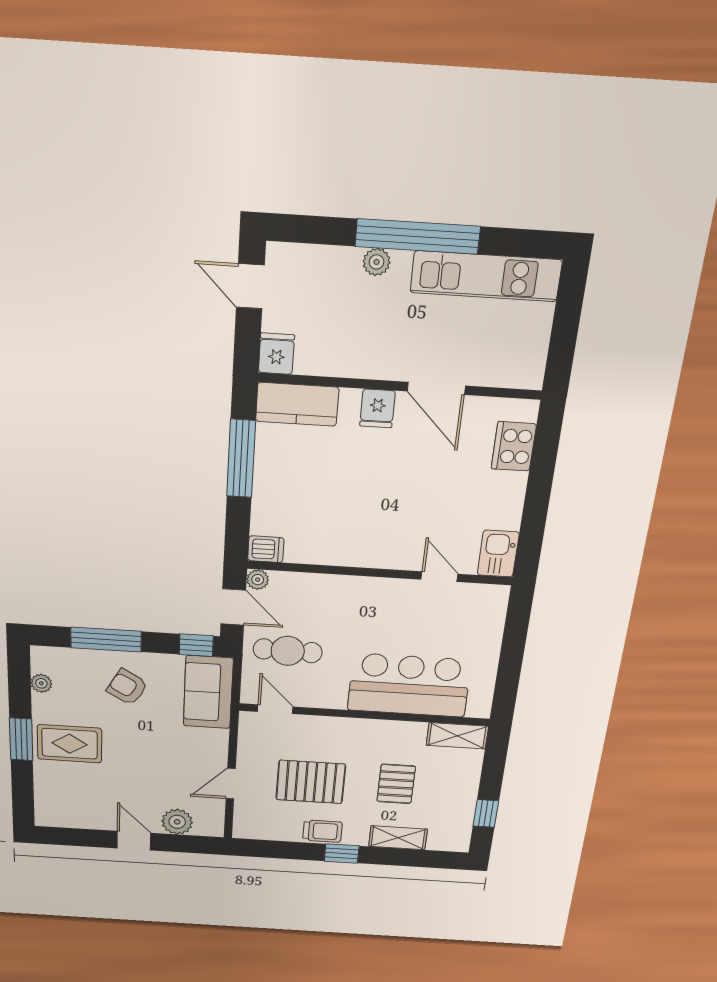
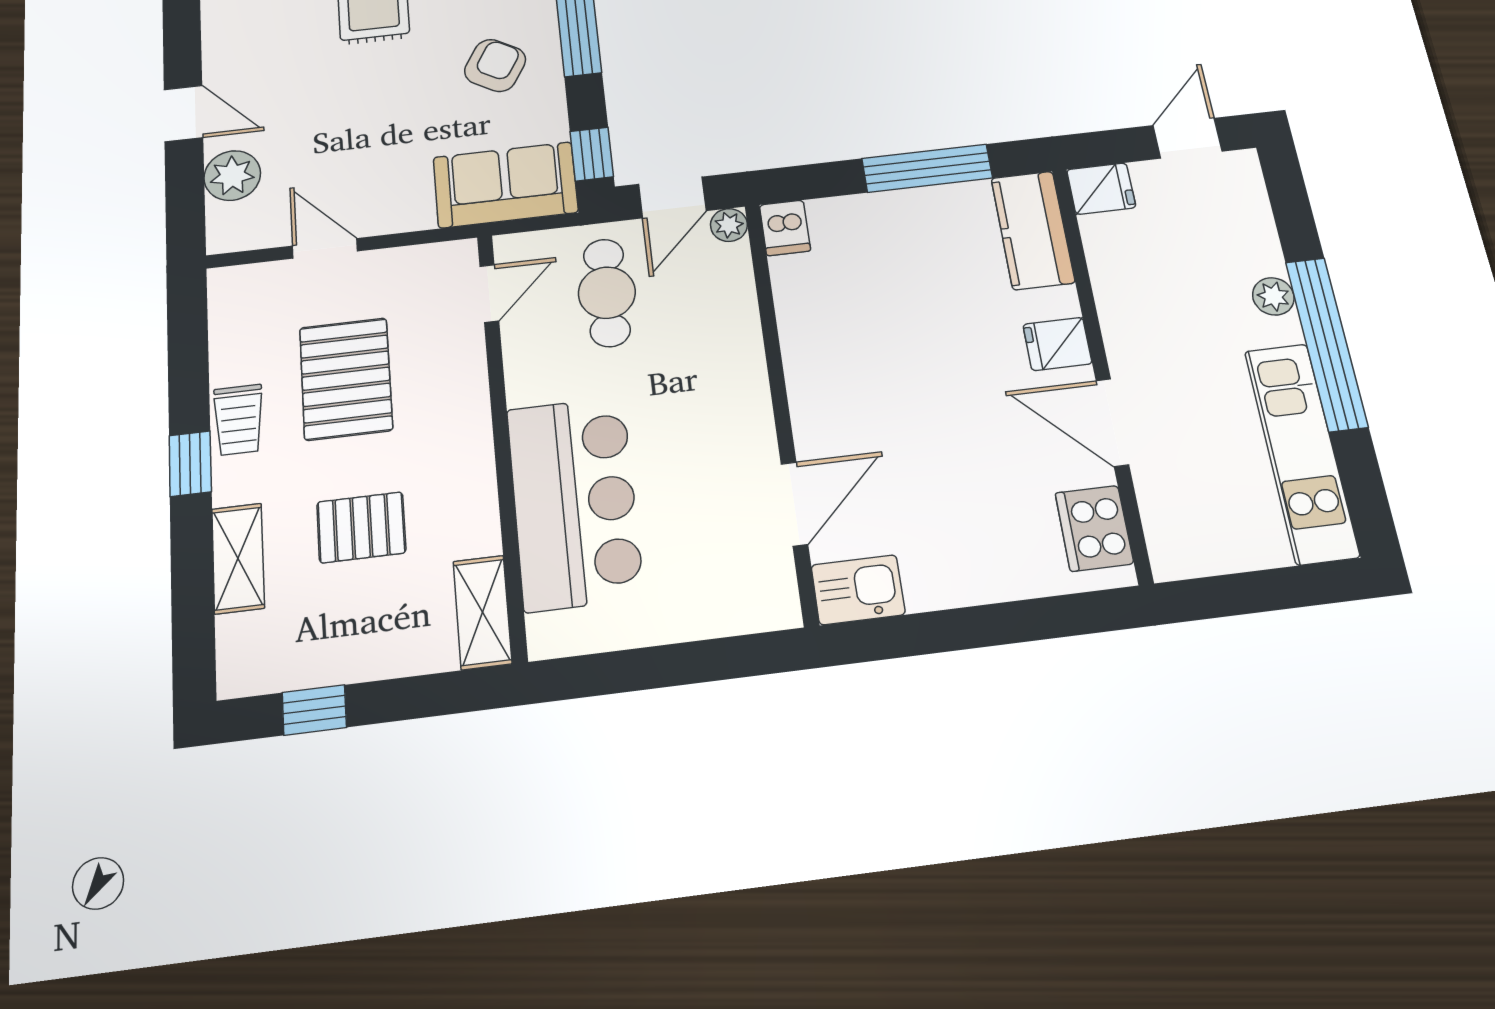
door: (436, 388) -> (1112, 422), hinge flipped
cooker: (514, 446) -> (1094, 528), moved, turned -90
door: (439, 577) -> (794, 504), width x1.38
door: (134, 841) -> (183, 113), hinge flipped

